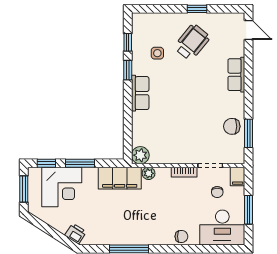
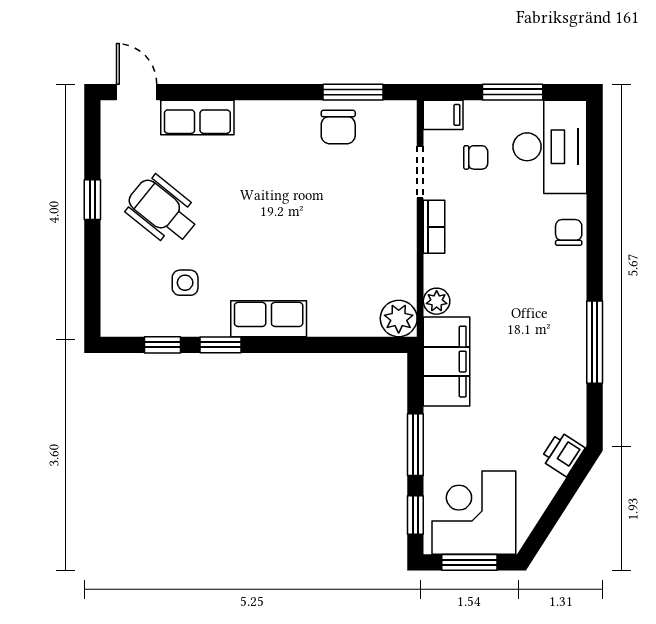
door: (248, 30) -> (137, 92), hinge flipped
row of seats: (236, 75) -> (197, 117), moved
corner desk: (62, 187) -> (474, 513), moved, turned -90

